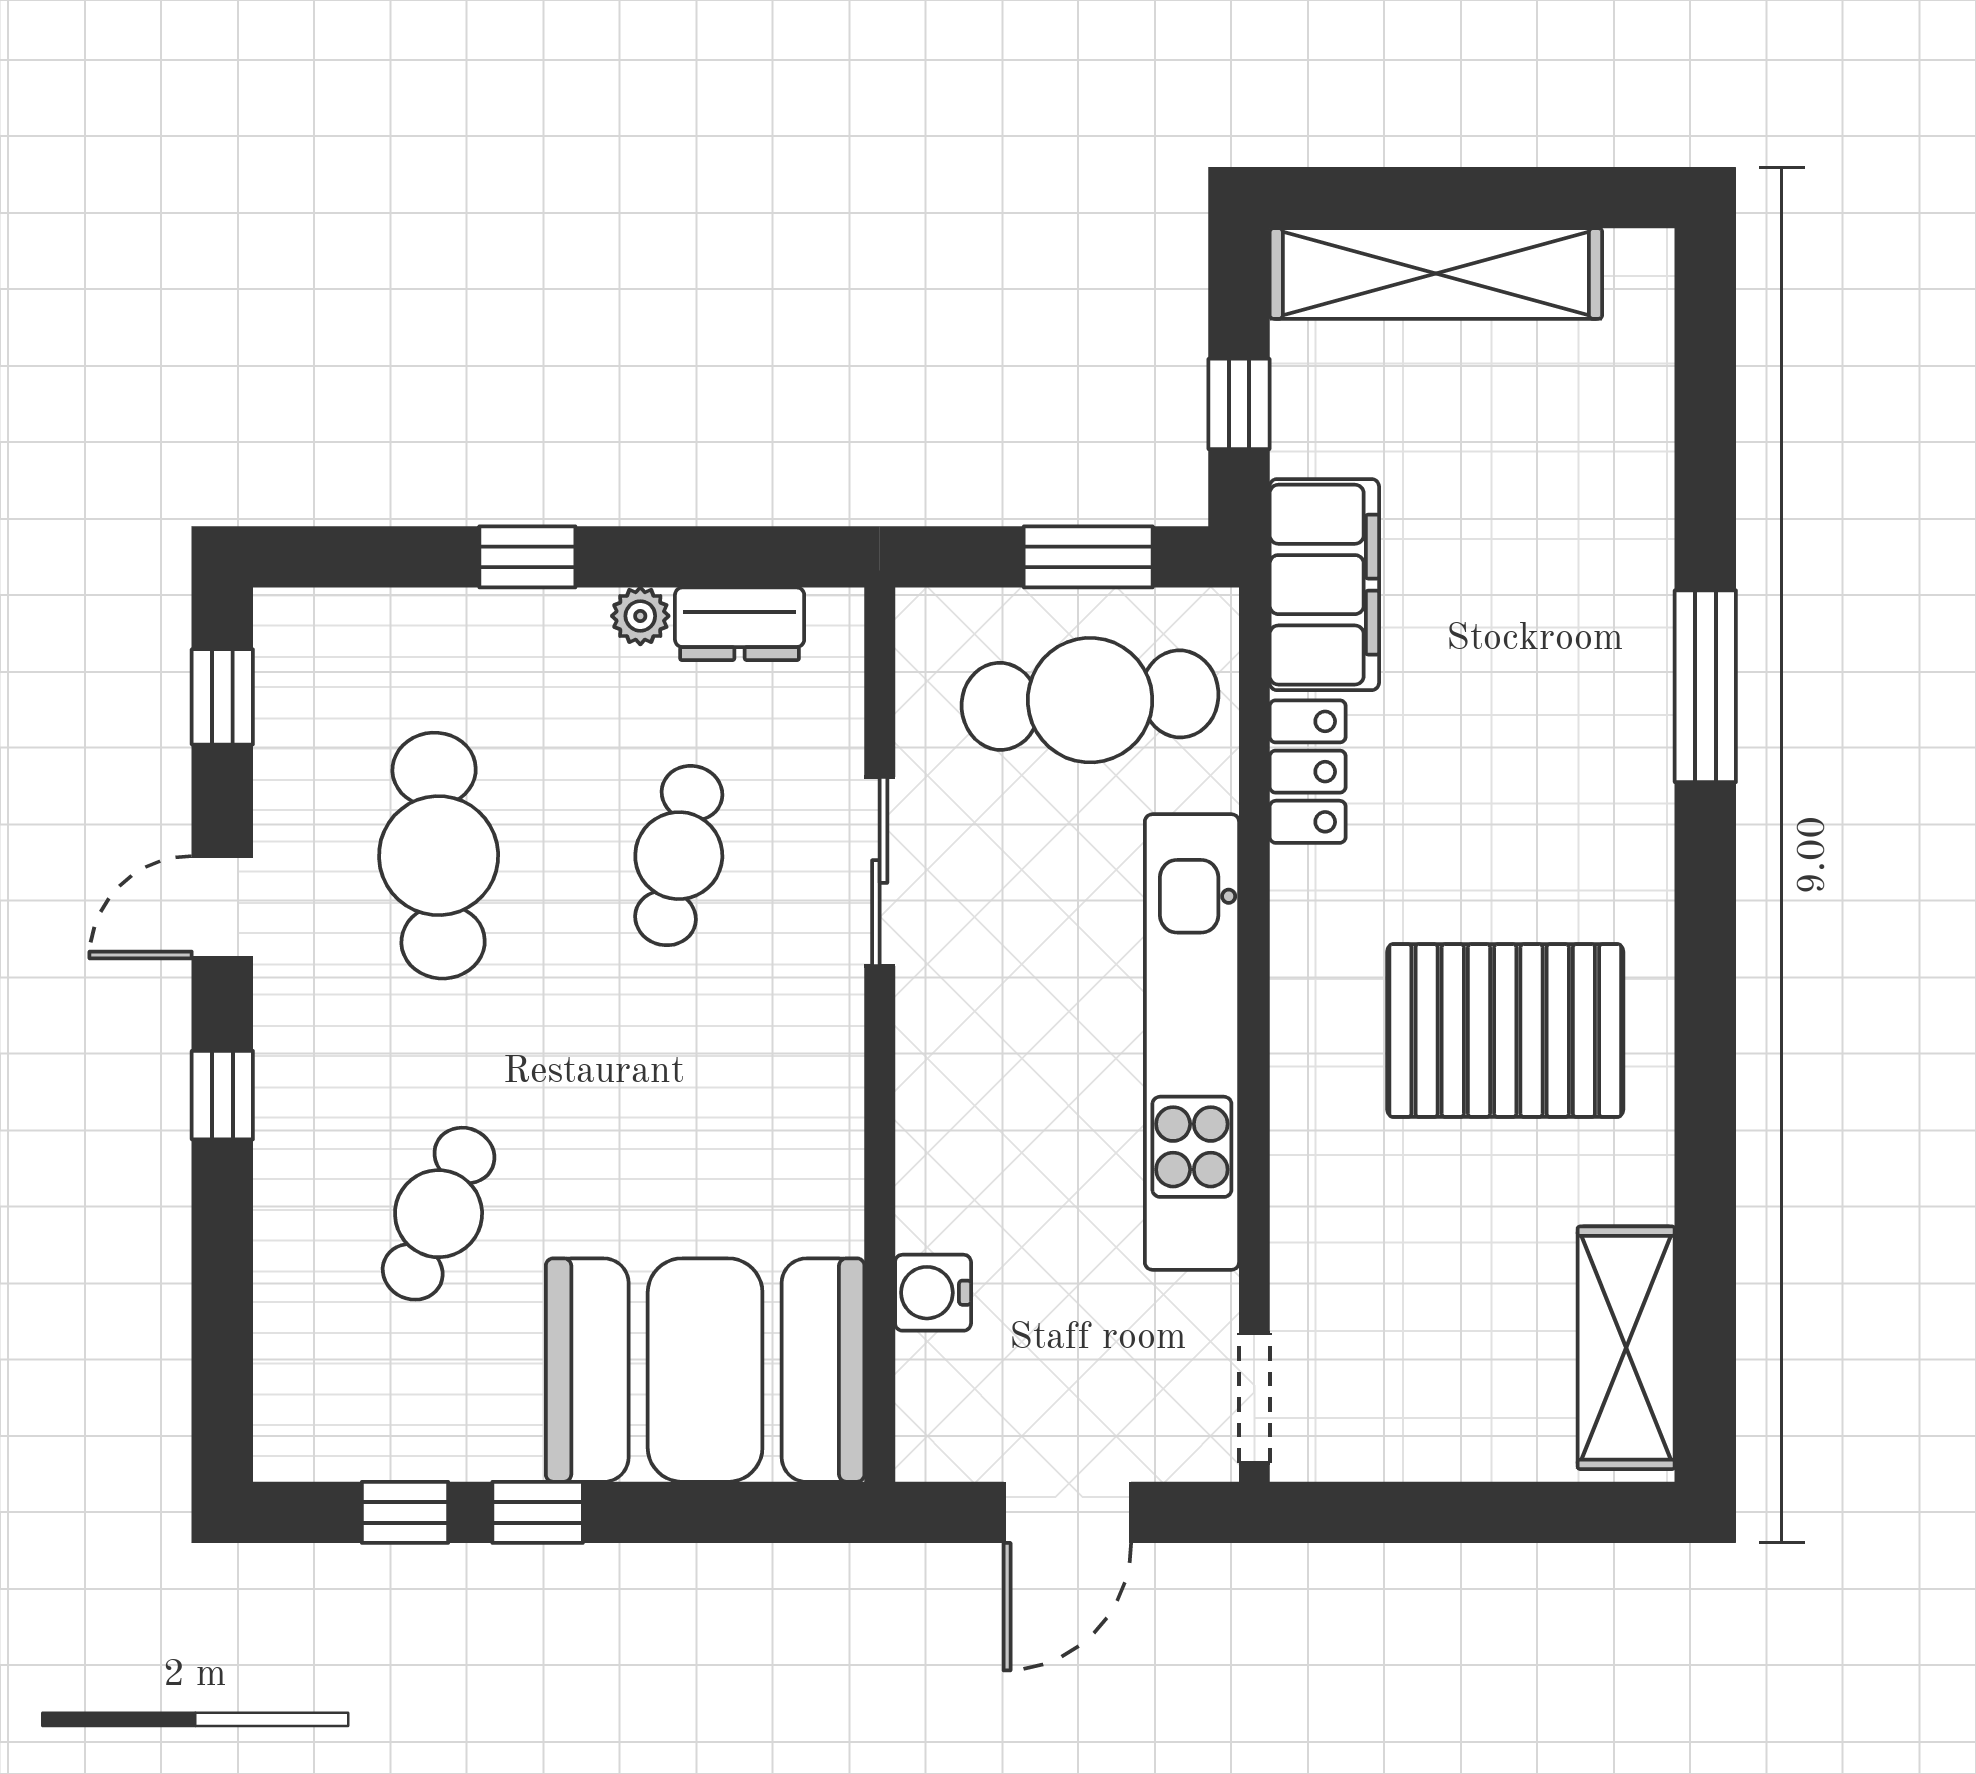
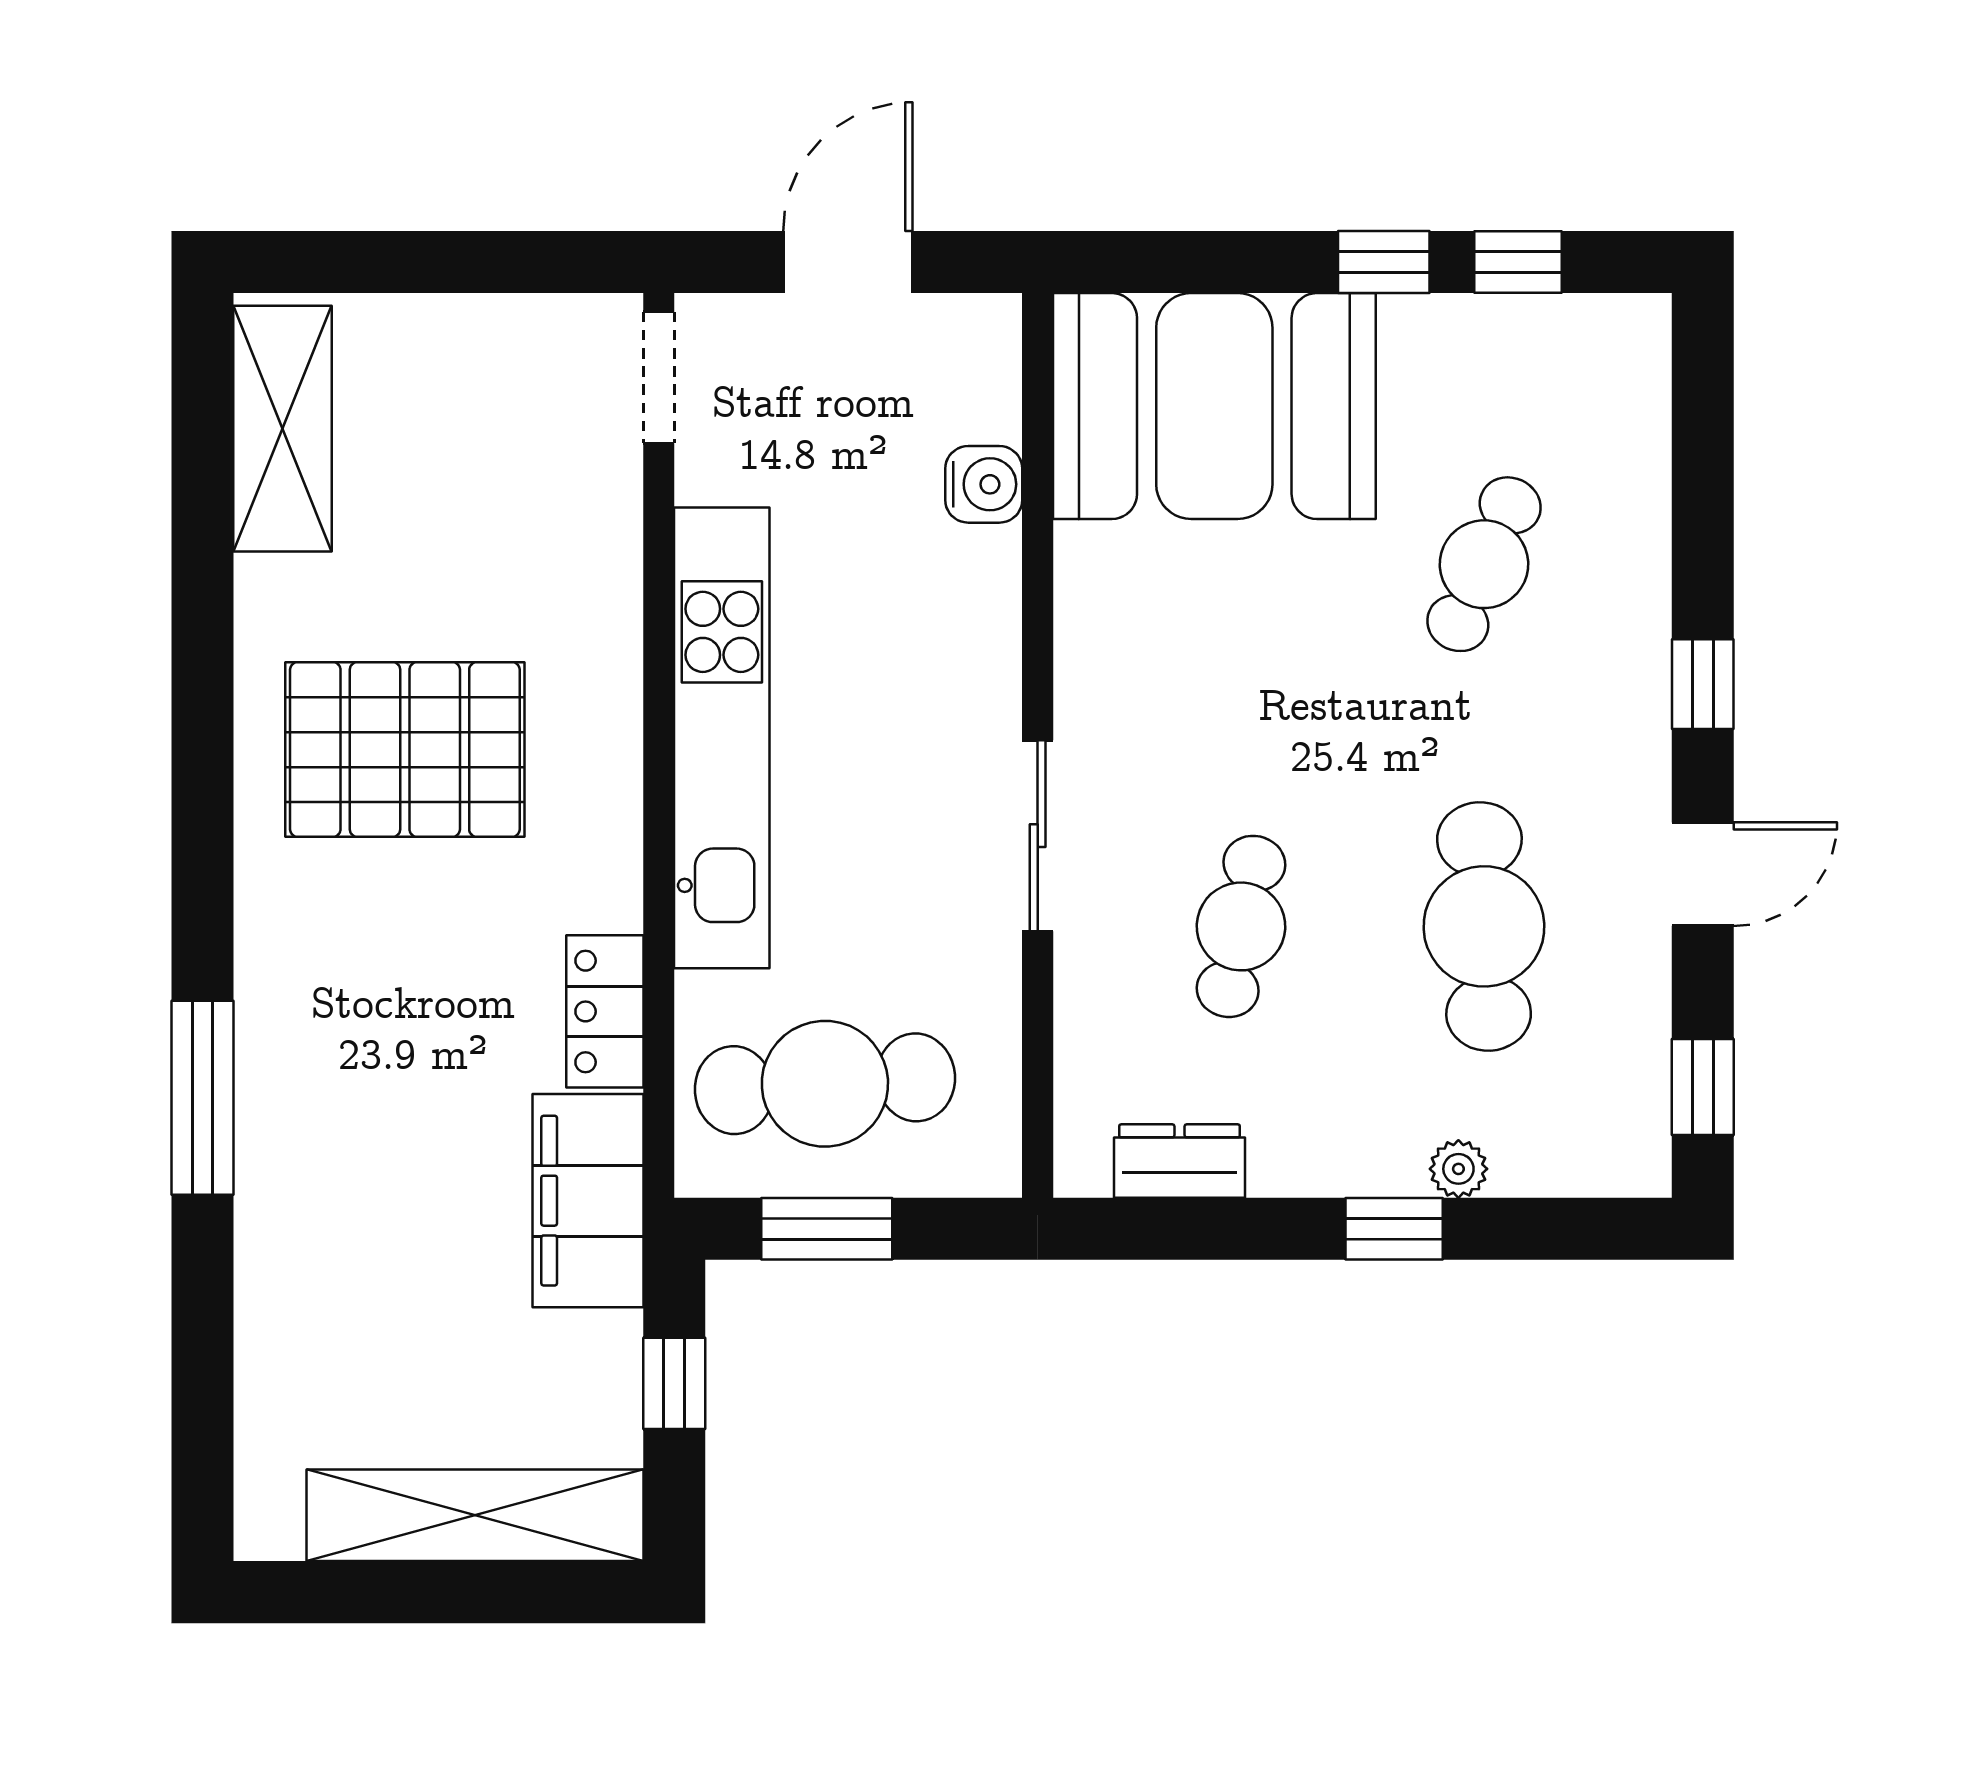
plant: (640, 616) -> (1458, 1169), moved
sliding door: (880, 872) -> (1038, 836), moved

